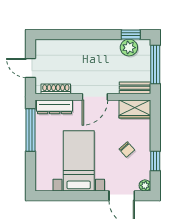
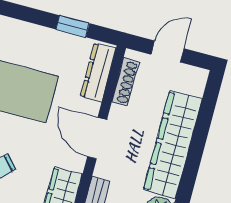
wardrobe: (86, 50) -> (173, 145), added
window: (30, 130) -> (73, 26), width x0.46

